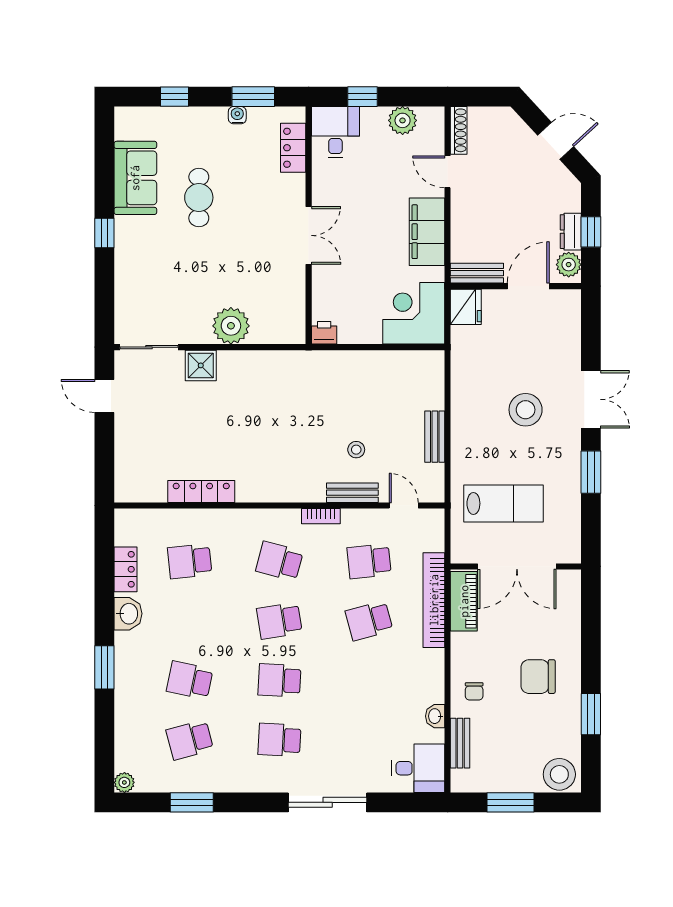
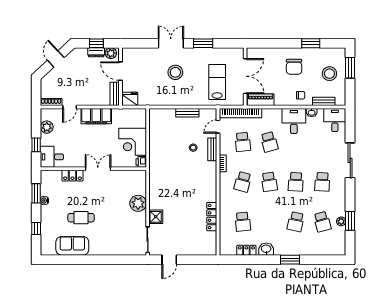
locker: (293, 148) -> (72, 176), moved
window: (104, 233) -> (97, 260), removed
corner desk: (414, 313) -> (133, 142), moved
bookcase: (434, 600) -> (240, 113), moved
desk: (416, 676) -> (294, 121), added
stool: (559, 774) -> (329, 74), moved
plant: (124, 782) -> (341, 221), moved
window: (511, 802) -> (350, 68), moved

